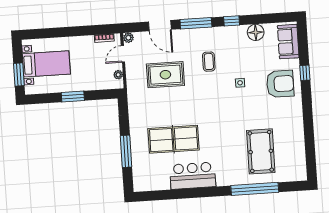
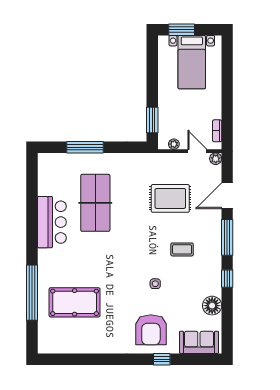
rug: (165, 75) -> (170, 198), turned 90
window: (73, 97) -> (152, 120), moved

